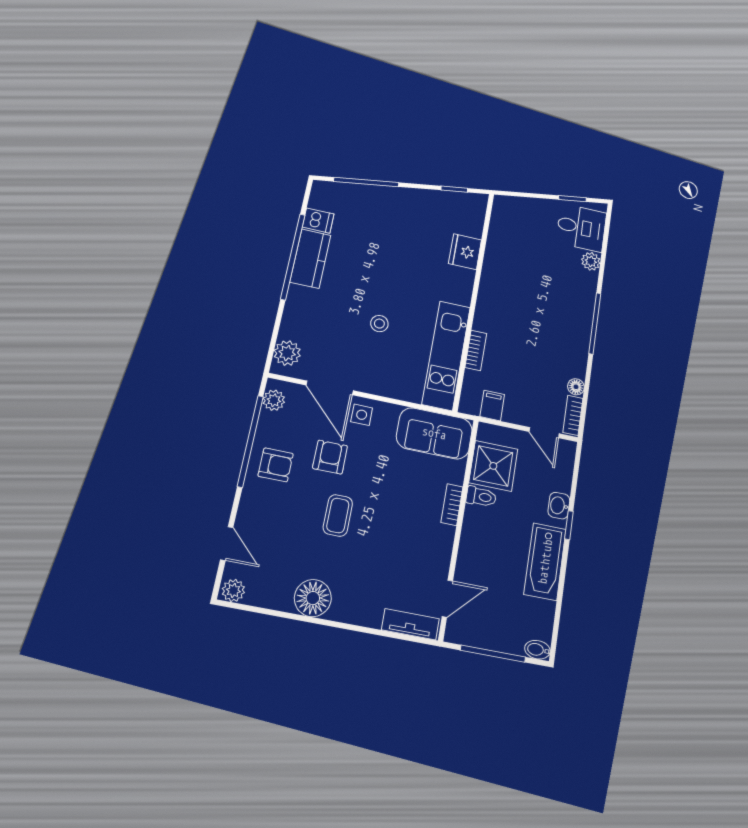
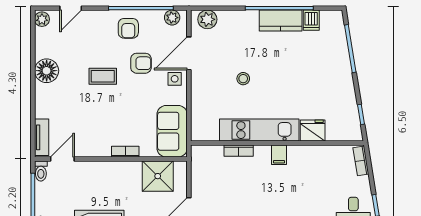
bookcase: (514, 203) -> (361, 161), added
kitchen unit: (446, 355) -> (259, 130), moved
filing cabinet: (492, 406) -> (279, 155), moved, turned 90
toilet: (481, 497) -> (41, 171), moved
door: (447, 599) -> (62, 159), swing flipped

